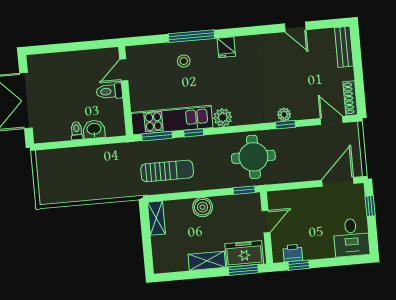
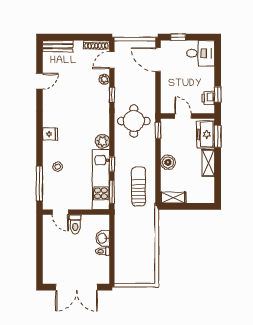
window: (191, 36) -> (39, 184), moved
plant: (284, 115) -> (104, 79), moved

